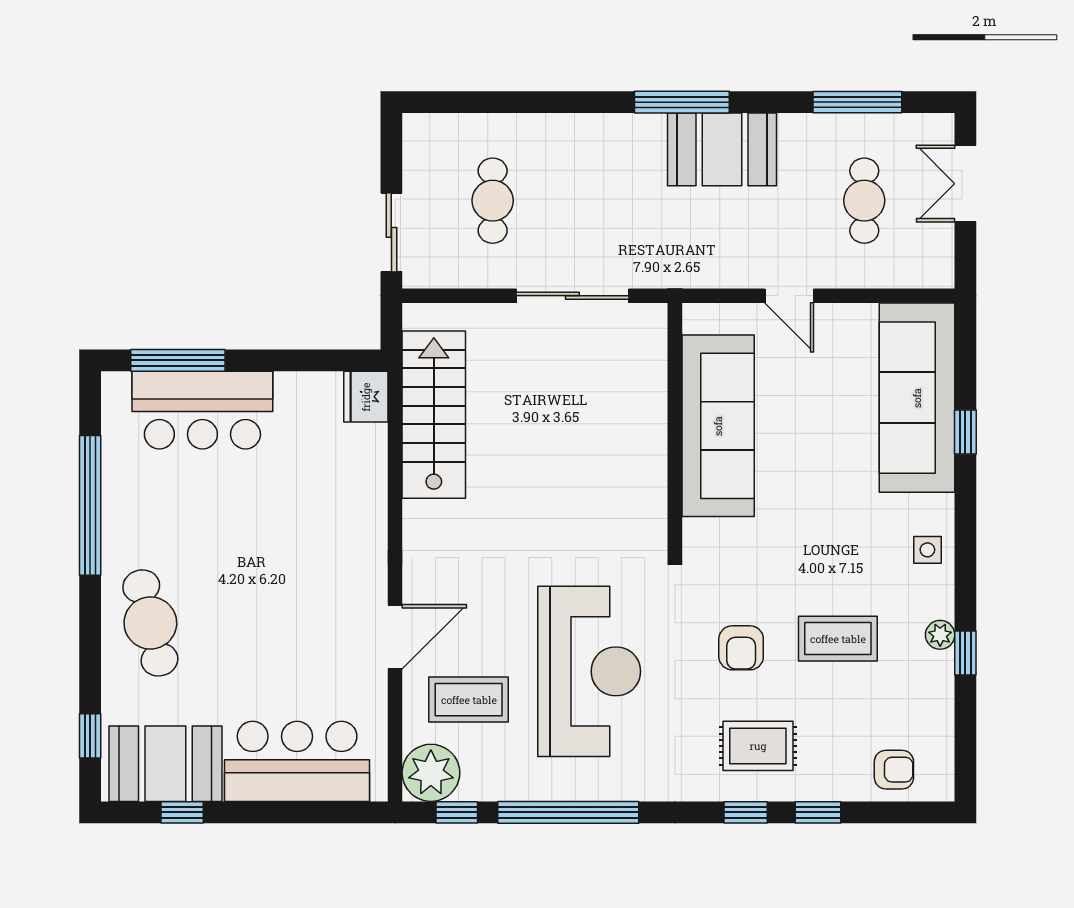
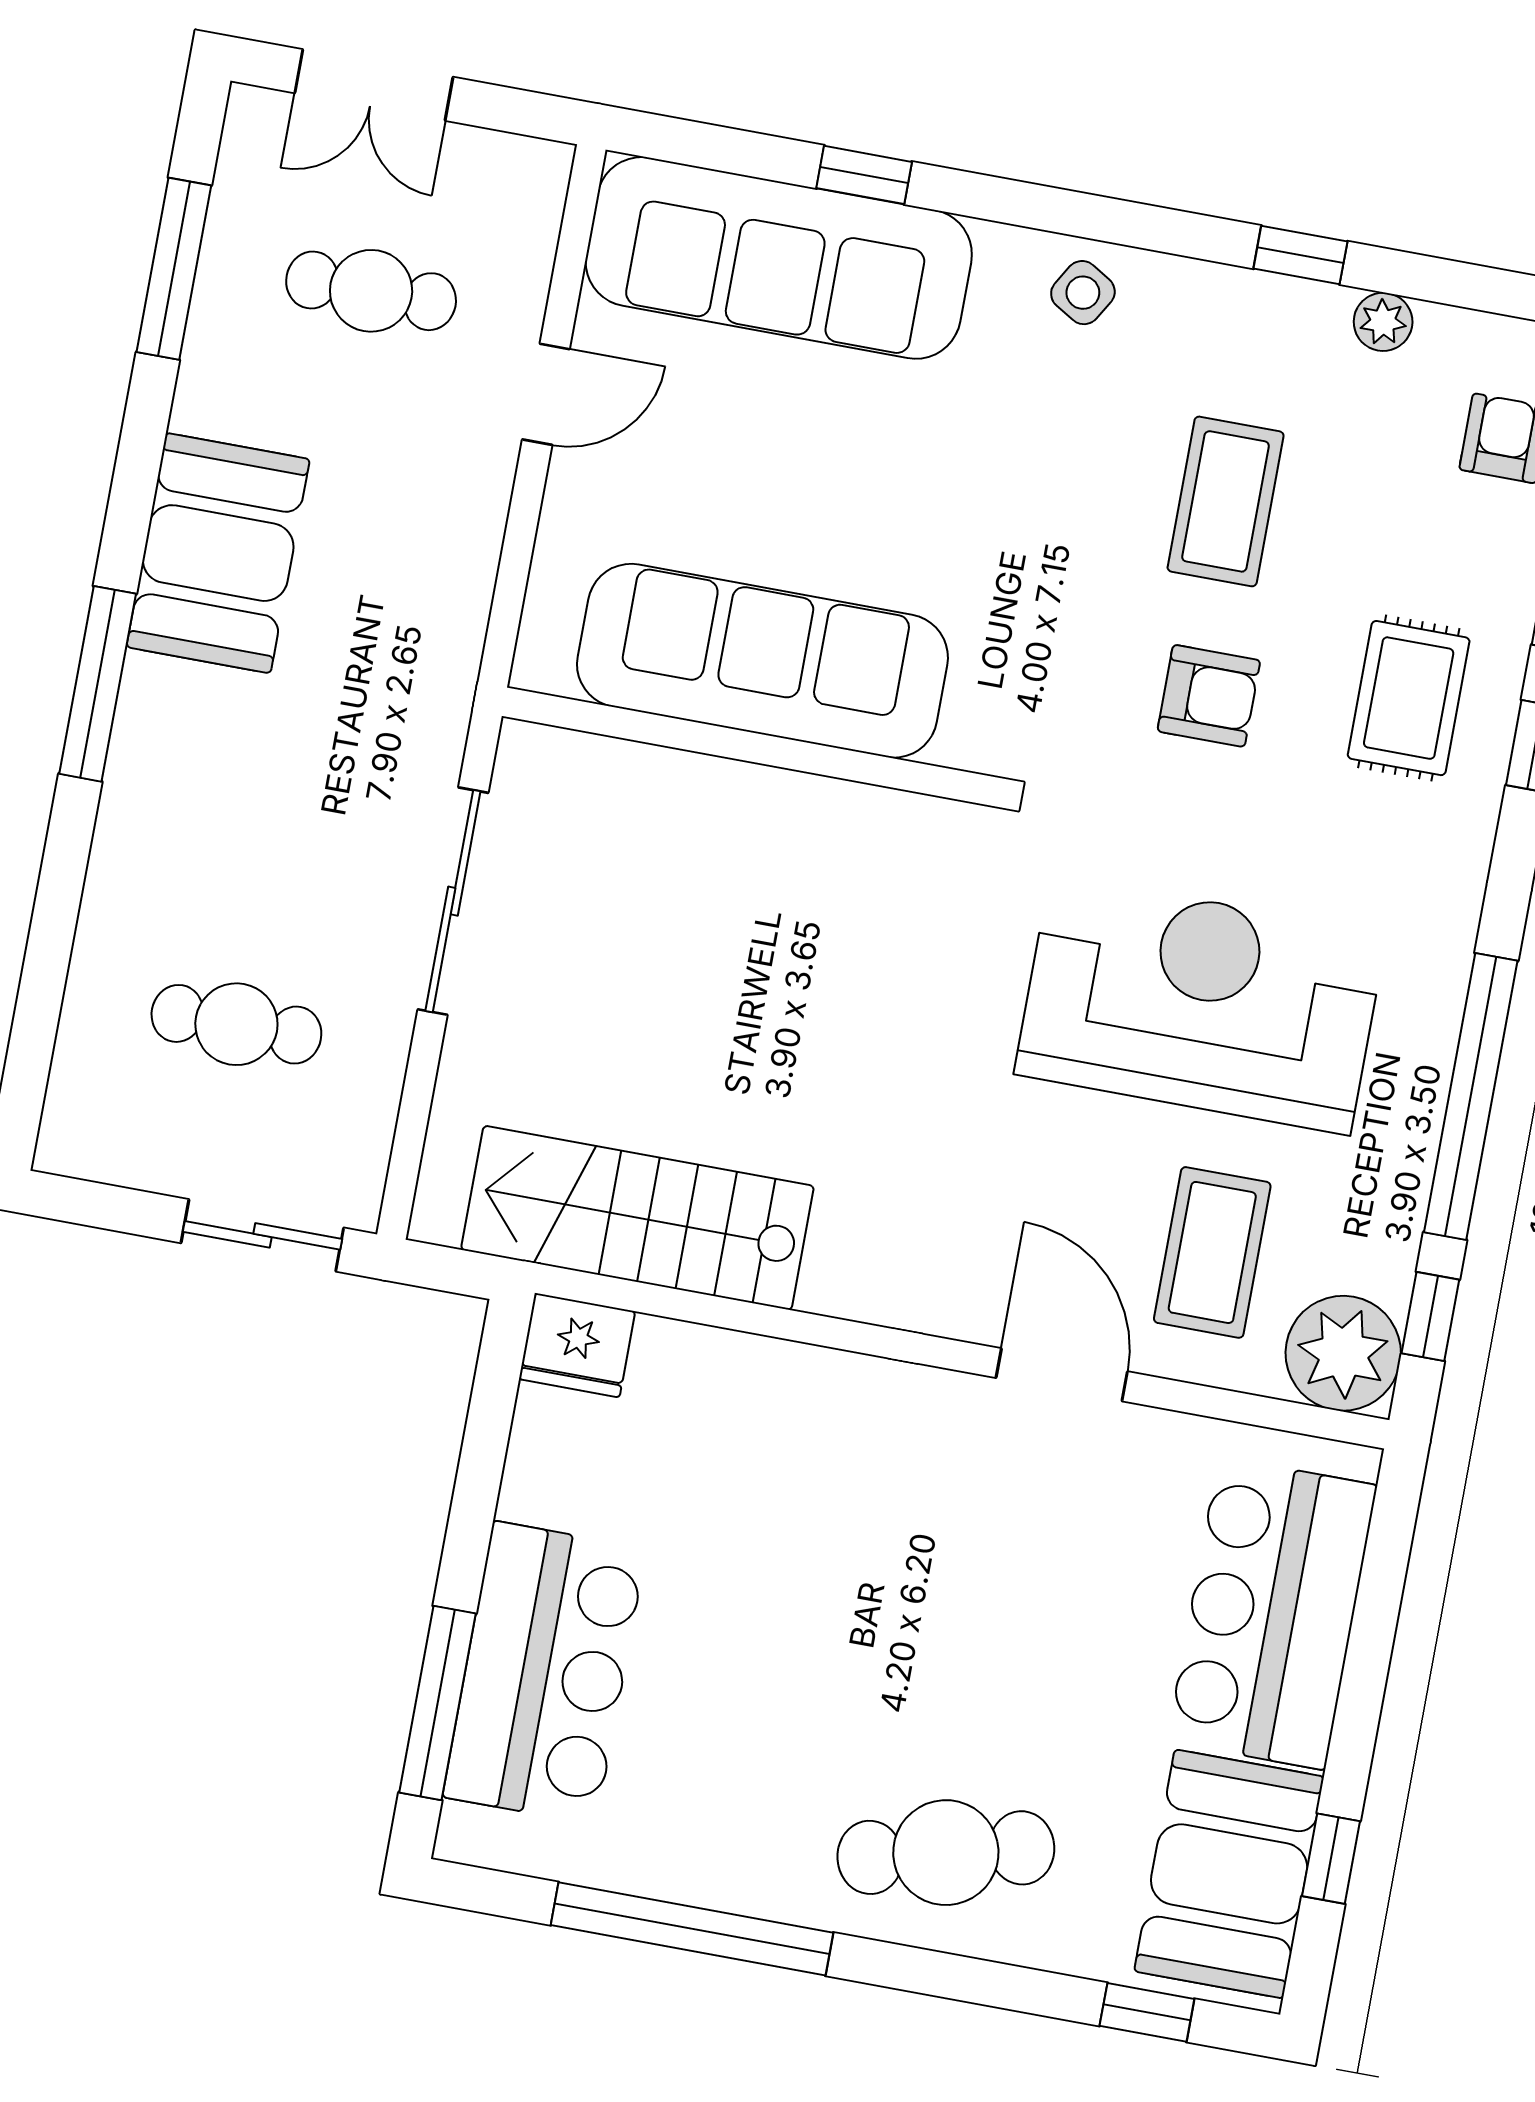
window: (682, 102) -> (98, 684), moved
door: (789, 296) -> (546, 394), moved
side table: (927, 550) -> (1083, 293), turned 31
plant: (940, 635) -> (1383, 322), moved

